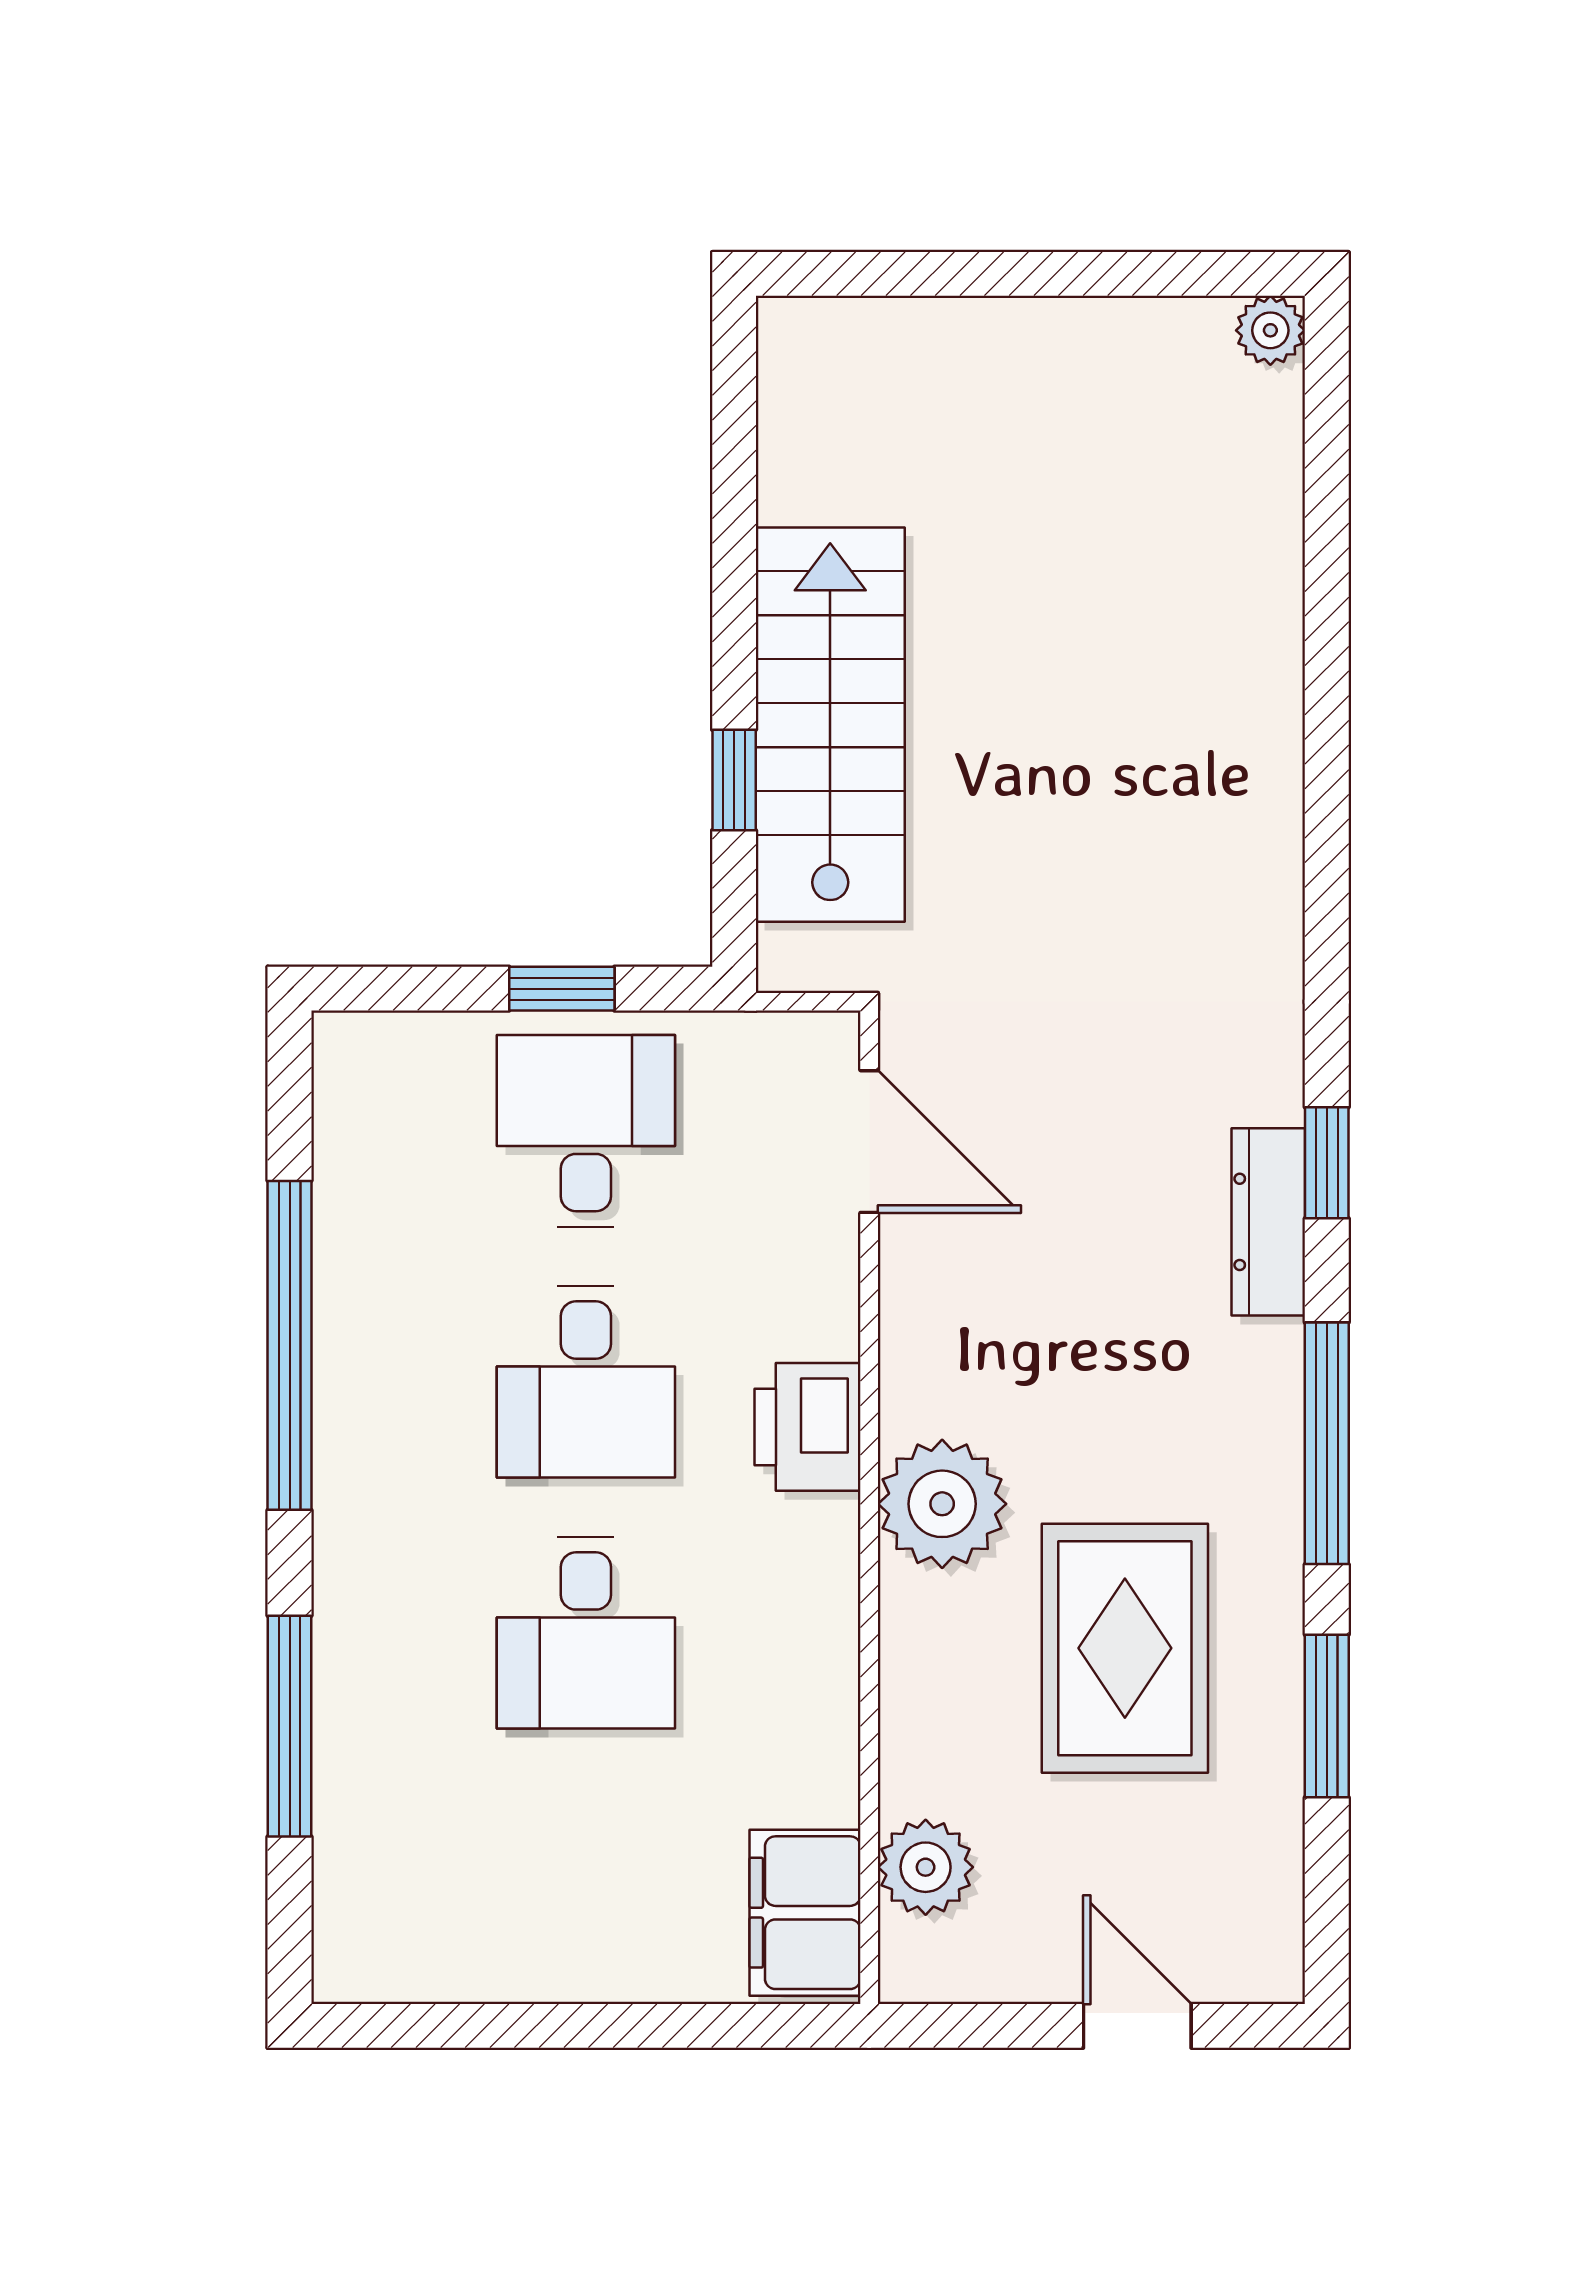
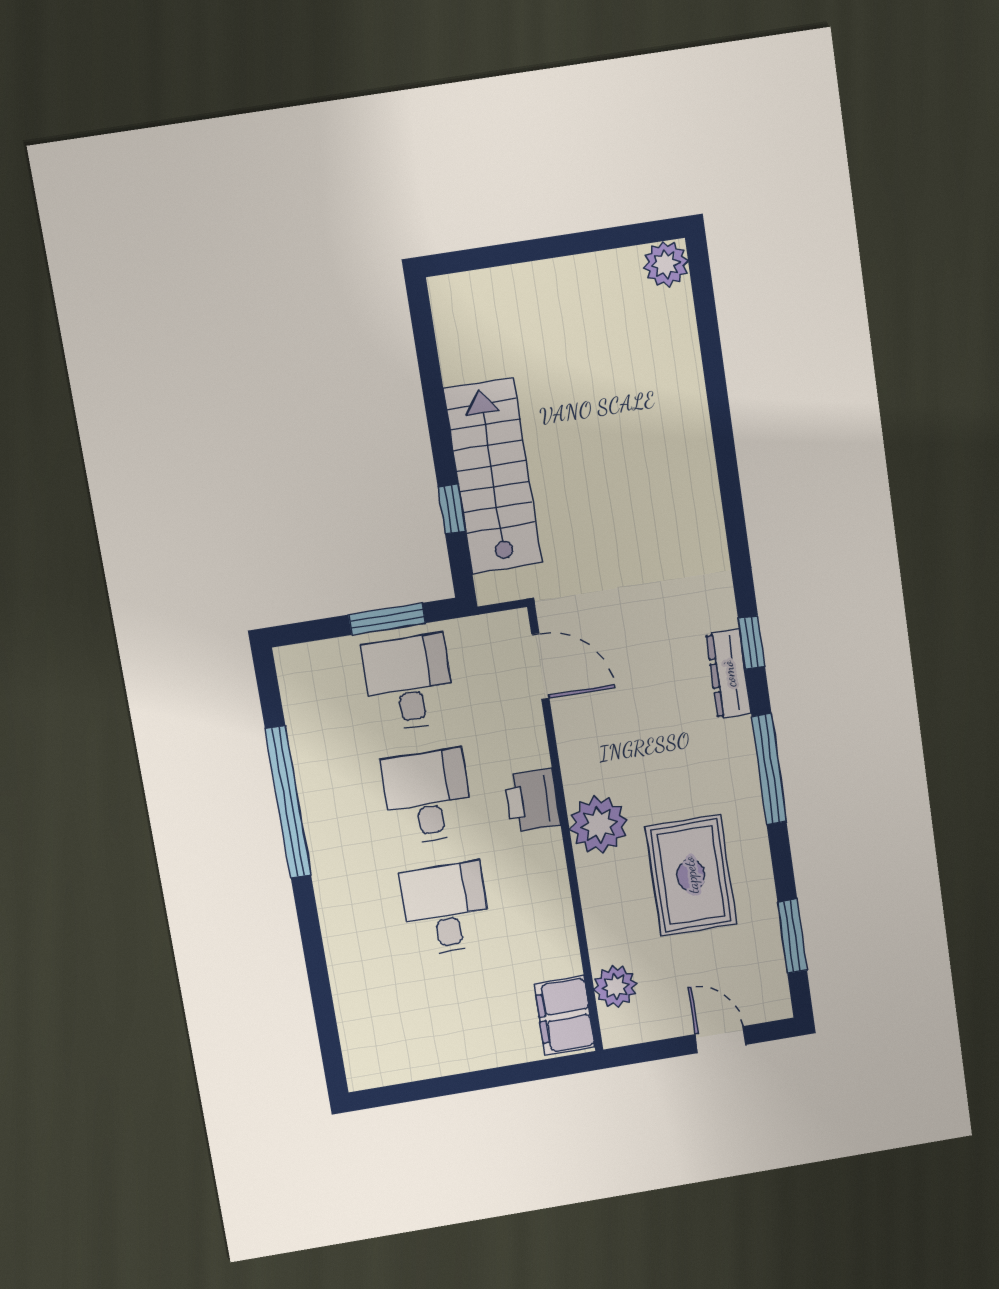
plant: (1270, 330) -> (666, 264), width x1.38, depth x1.38
window: (562, 989) -> (387, 619), width x1.50
desk: (586, 1382) -> (427, 797), turned 180
desk: (586, 1633) -> (446, 909), turned 180
window: (1327, 1716) -> (792, 936), moved
window: (290, 1726) -> (317, 972), removed

